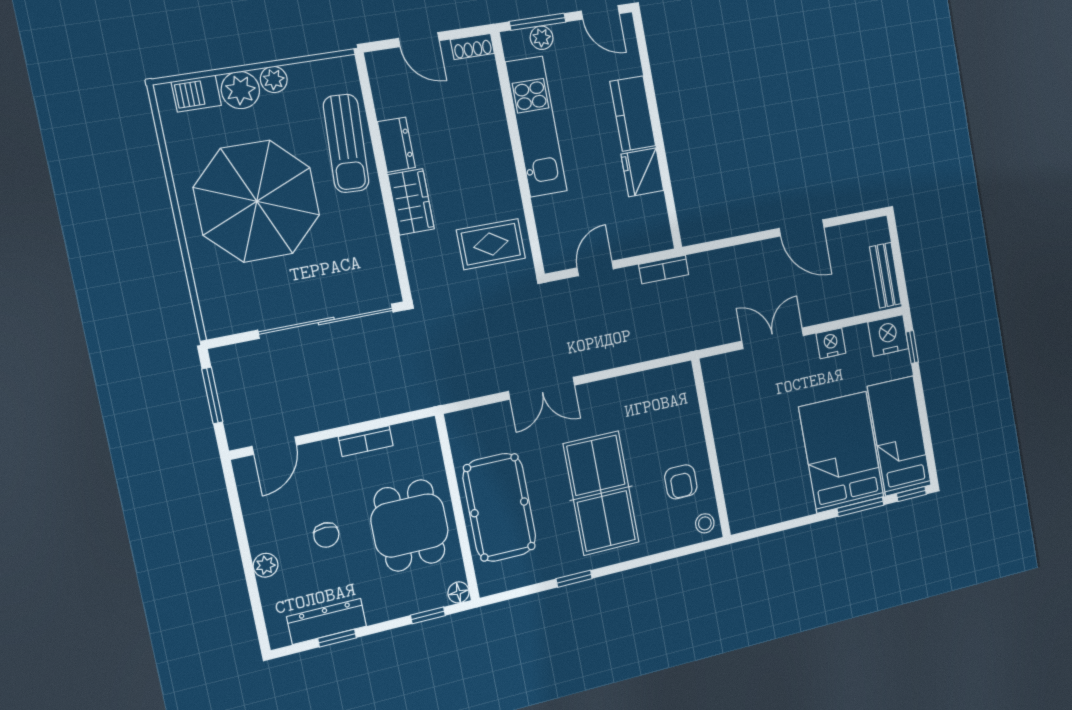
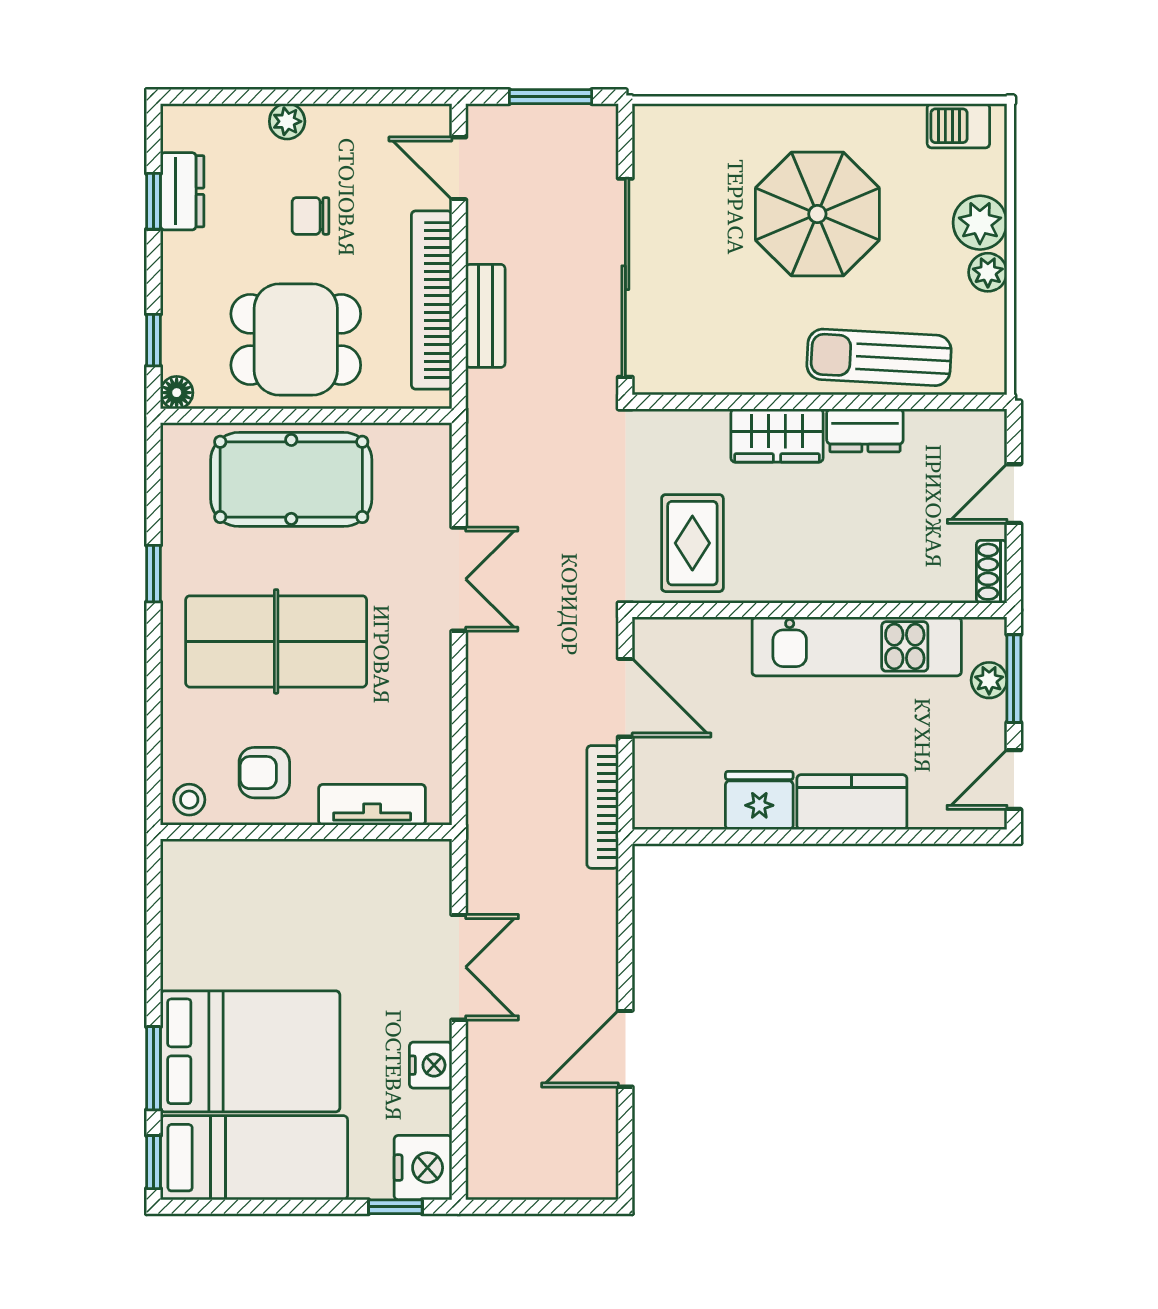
barbecue: (196, 94) -> (958, 126), moved, turned -90
parasol: (257, 201) -> (817, 214), width x0.73, depth x0.73
door: (595, 268) -> (625, 698), width x1.38
bookcase: (664, 270) -> (603, 807), width x1.56
bench: (885, 275) -> (485, 316), moved, turned 90
double door: (542, 388) -> (459, 579), swing flipped
tv unit: (688, 412) -> (372, 805), added
bookcase: (366, 441) -> (432, 300), width x2.31, depth x1.31
dresser: (327, 621) -> (182, 191), width x0.70

